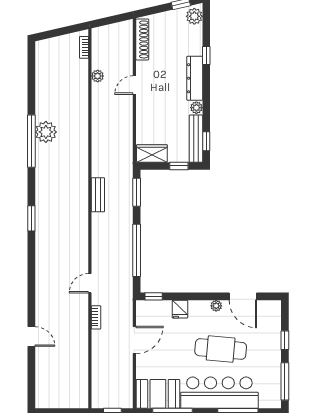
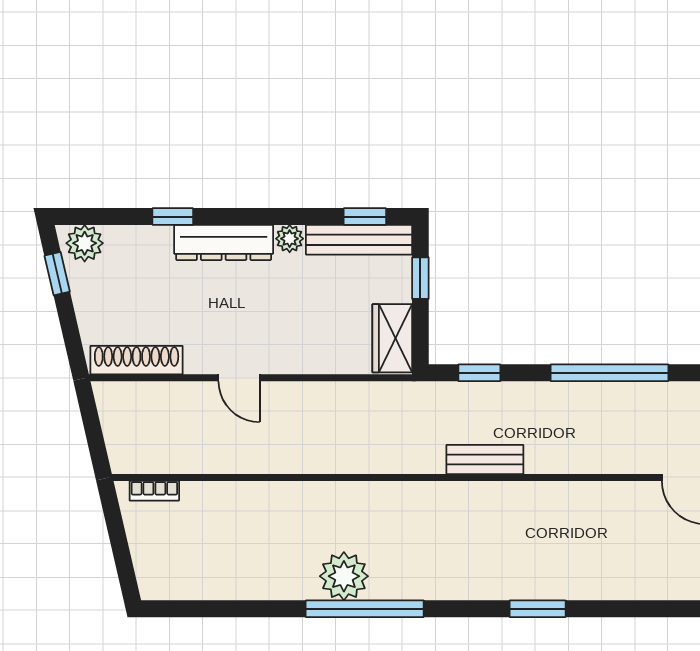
plant: (98, 76) -> (219, 460), removed
window: (137, 192) -> (479, 373), width x0.67

